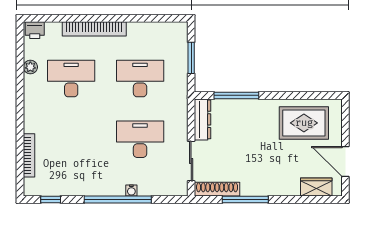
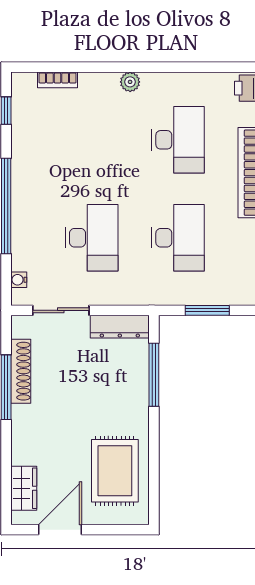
plant: (30, 67) -> (130, 82), moved
bookcase: (29, 155) -> (58, 80), width x0.64
shoe rack: (217, 189) -> (21, 371), moved
water cooler: (131, 191) -> (19, 280), moved

